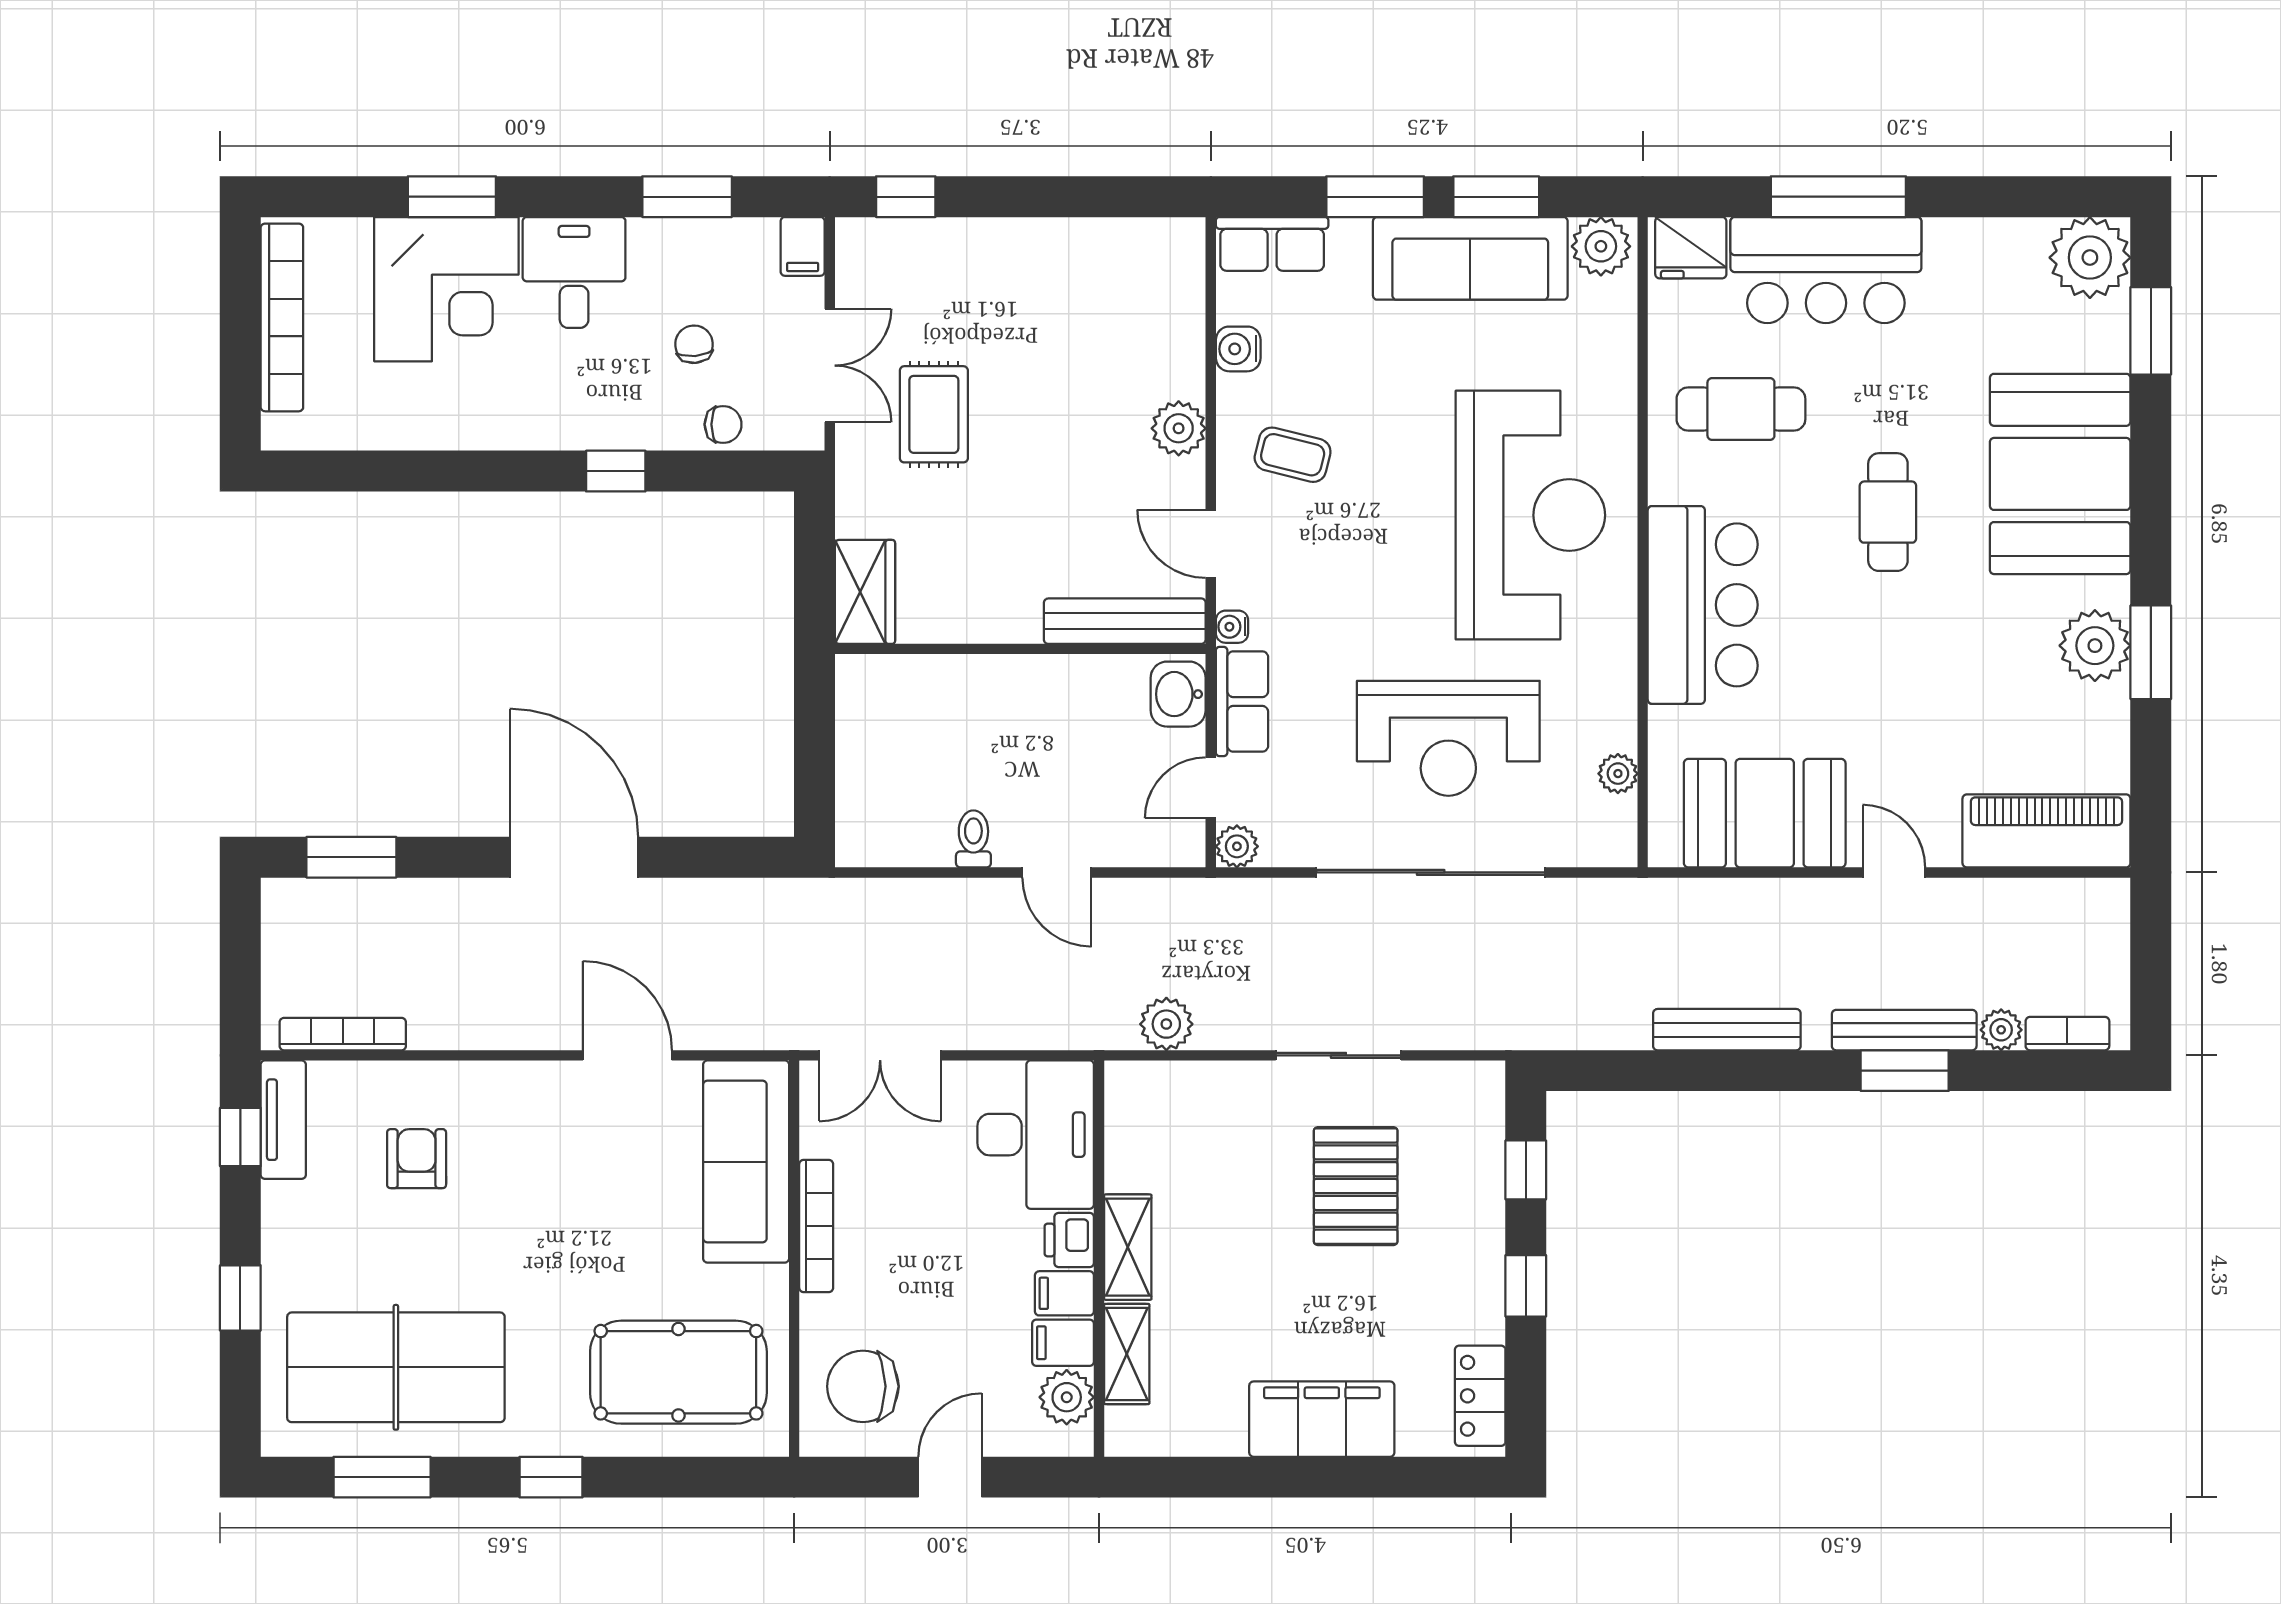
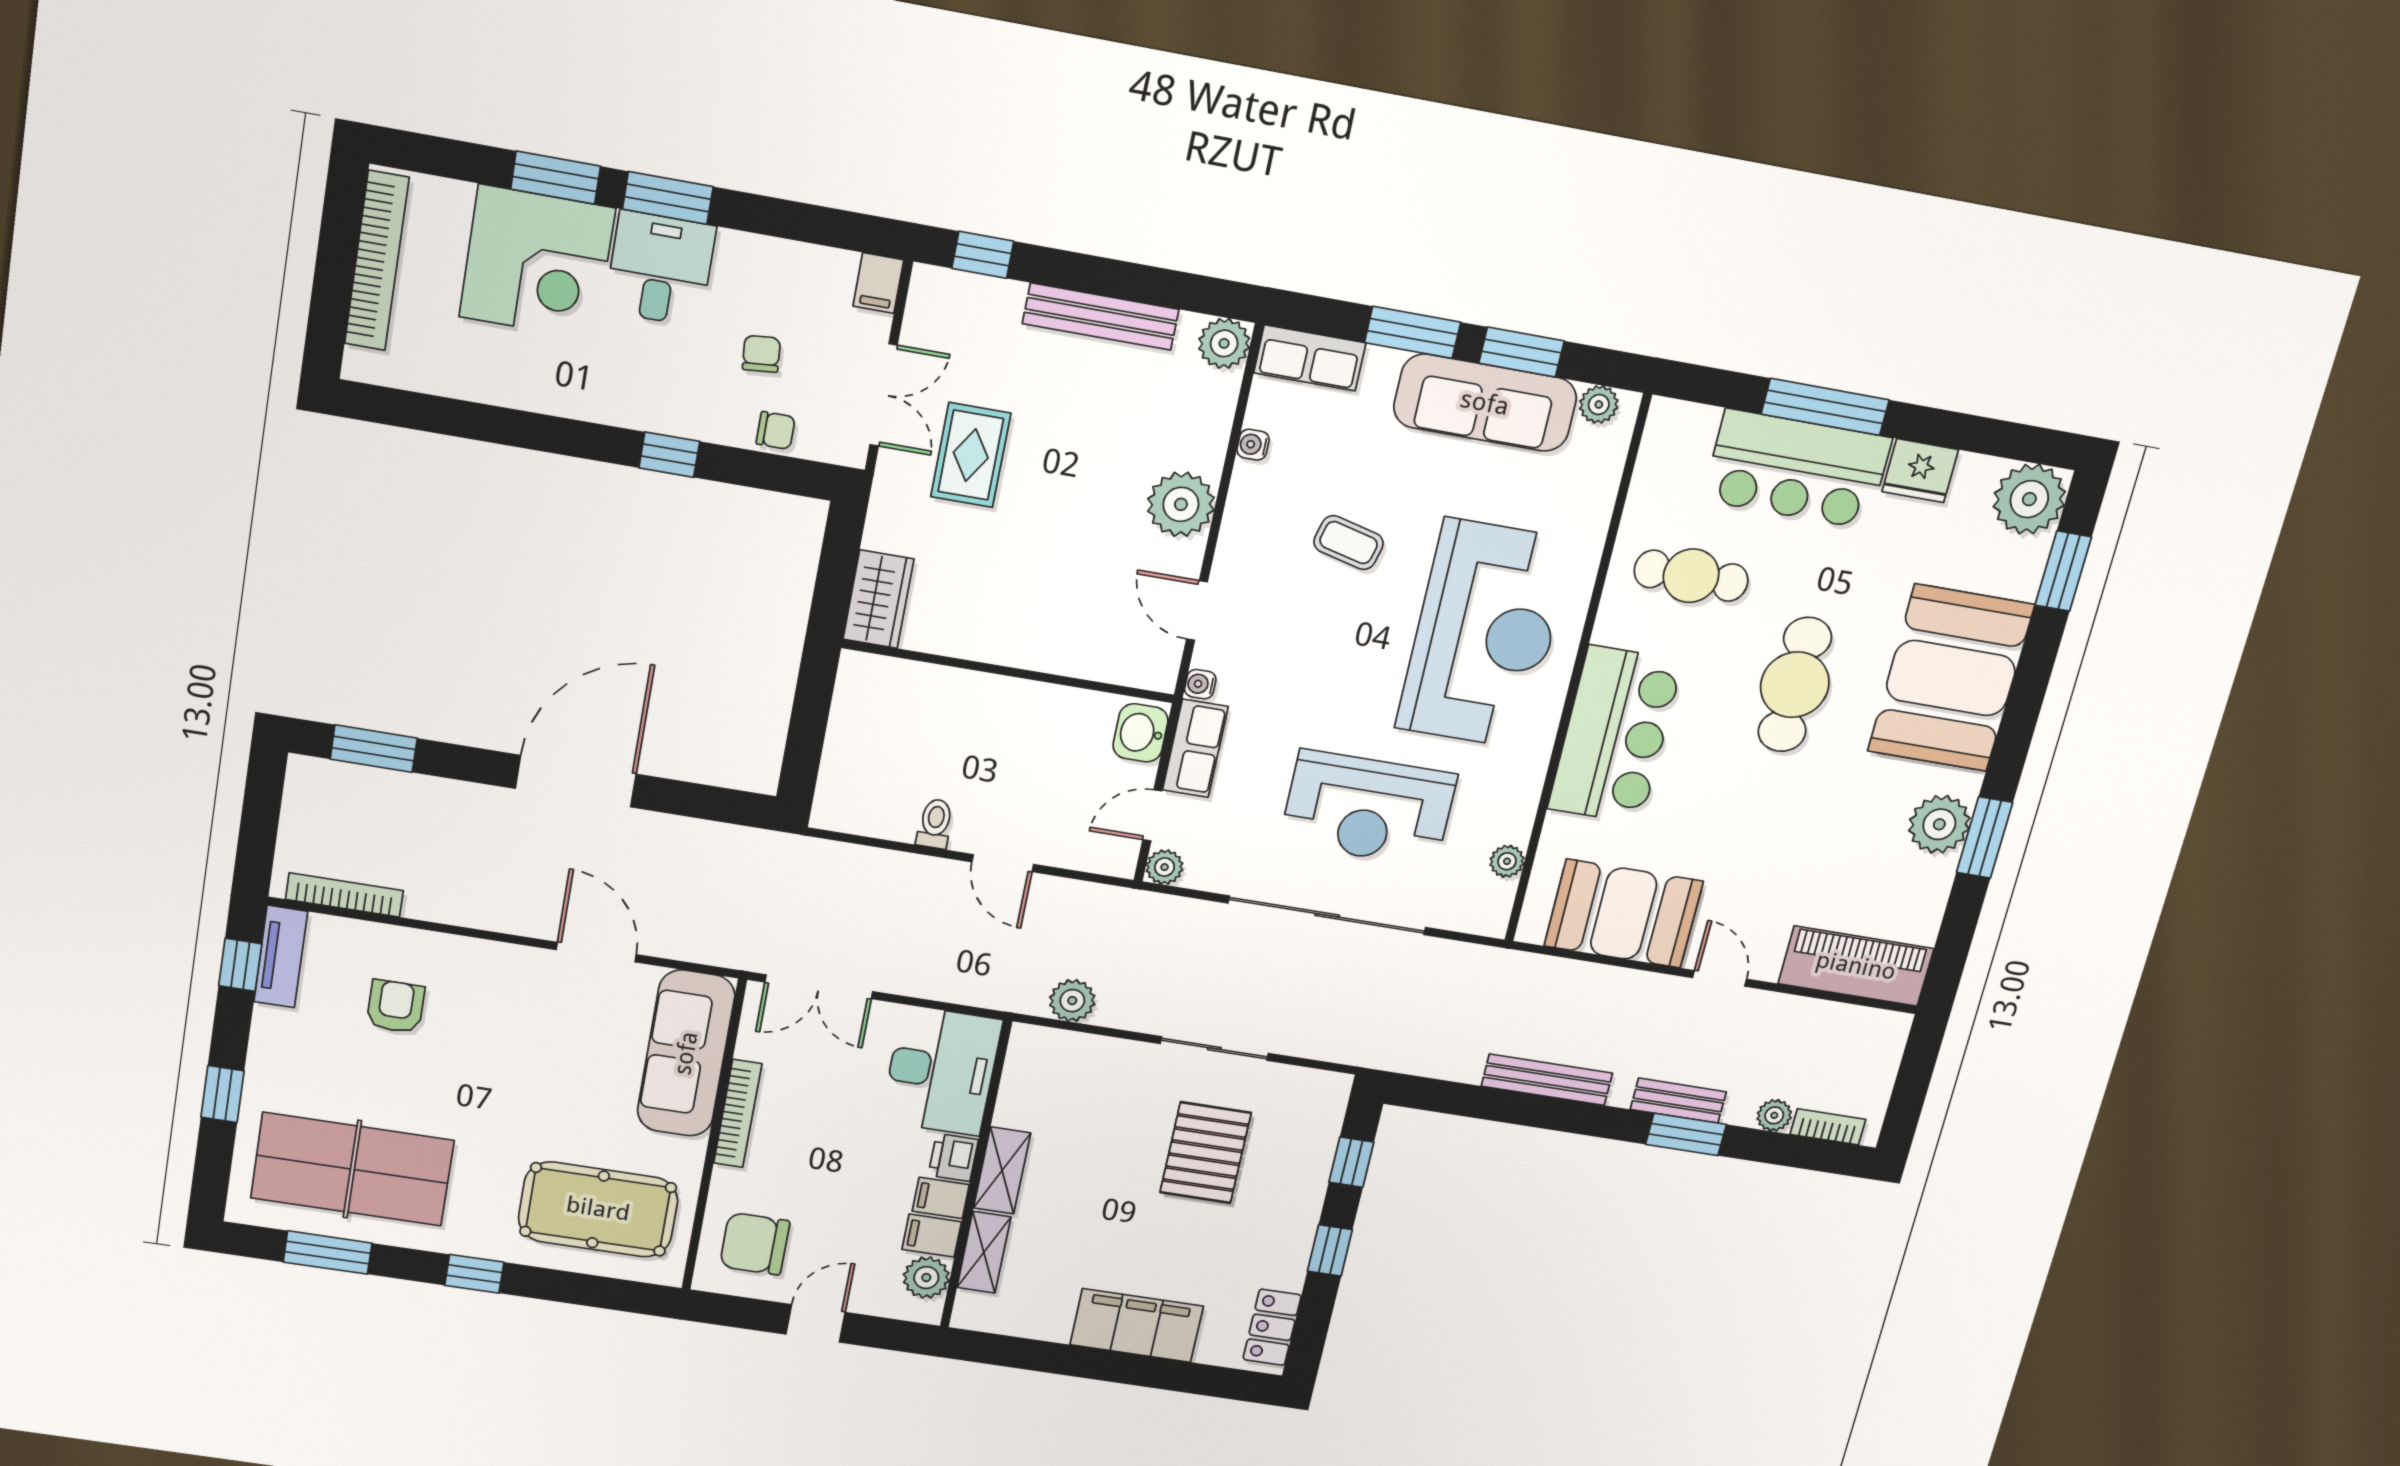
window: (687, 197) -> (668, 198), moved
plant: (1178, 245) -> (1224, 343), added
plant: (1601, 246) -> (1599, 405), width x0.73, depth x0.73
fridge: (1691, 248) -> (1920, 471), moved
water cooler: (1238, 349) -> (1253, 445), width x0.72, depth x0.72
plant: (1179, 428) -> (1181, 504), width x1.36, depth x1.36
coffee table: (1293, 455) -> (1349, 543), moved
cafe table: (1888, 512) -> (1795, 685), width x1.37, depth x1.35
bench: (1125, 621) -> (1101, 316), moved
door: (574, 857) -> (576, 781), hinge flipped
bench: (1904, 1030) -> (1678, 1101), width x0.73

